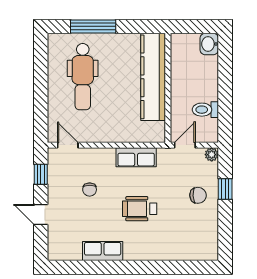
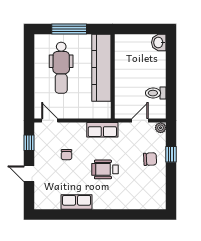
kitchen counter: (153, 77) -> (101, 68), moved
wall: (168, 88) -> (113, 76), moved

